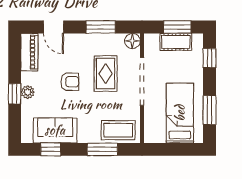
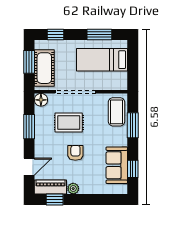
cot: (176, 42) -> (44, 68), width x1.37, depth x1.34
plant: (28, 92) -> (73, 189), moved
window: (15, 94) -> (55, 200), moved

